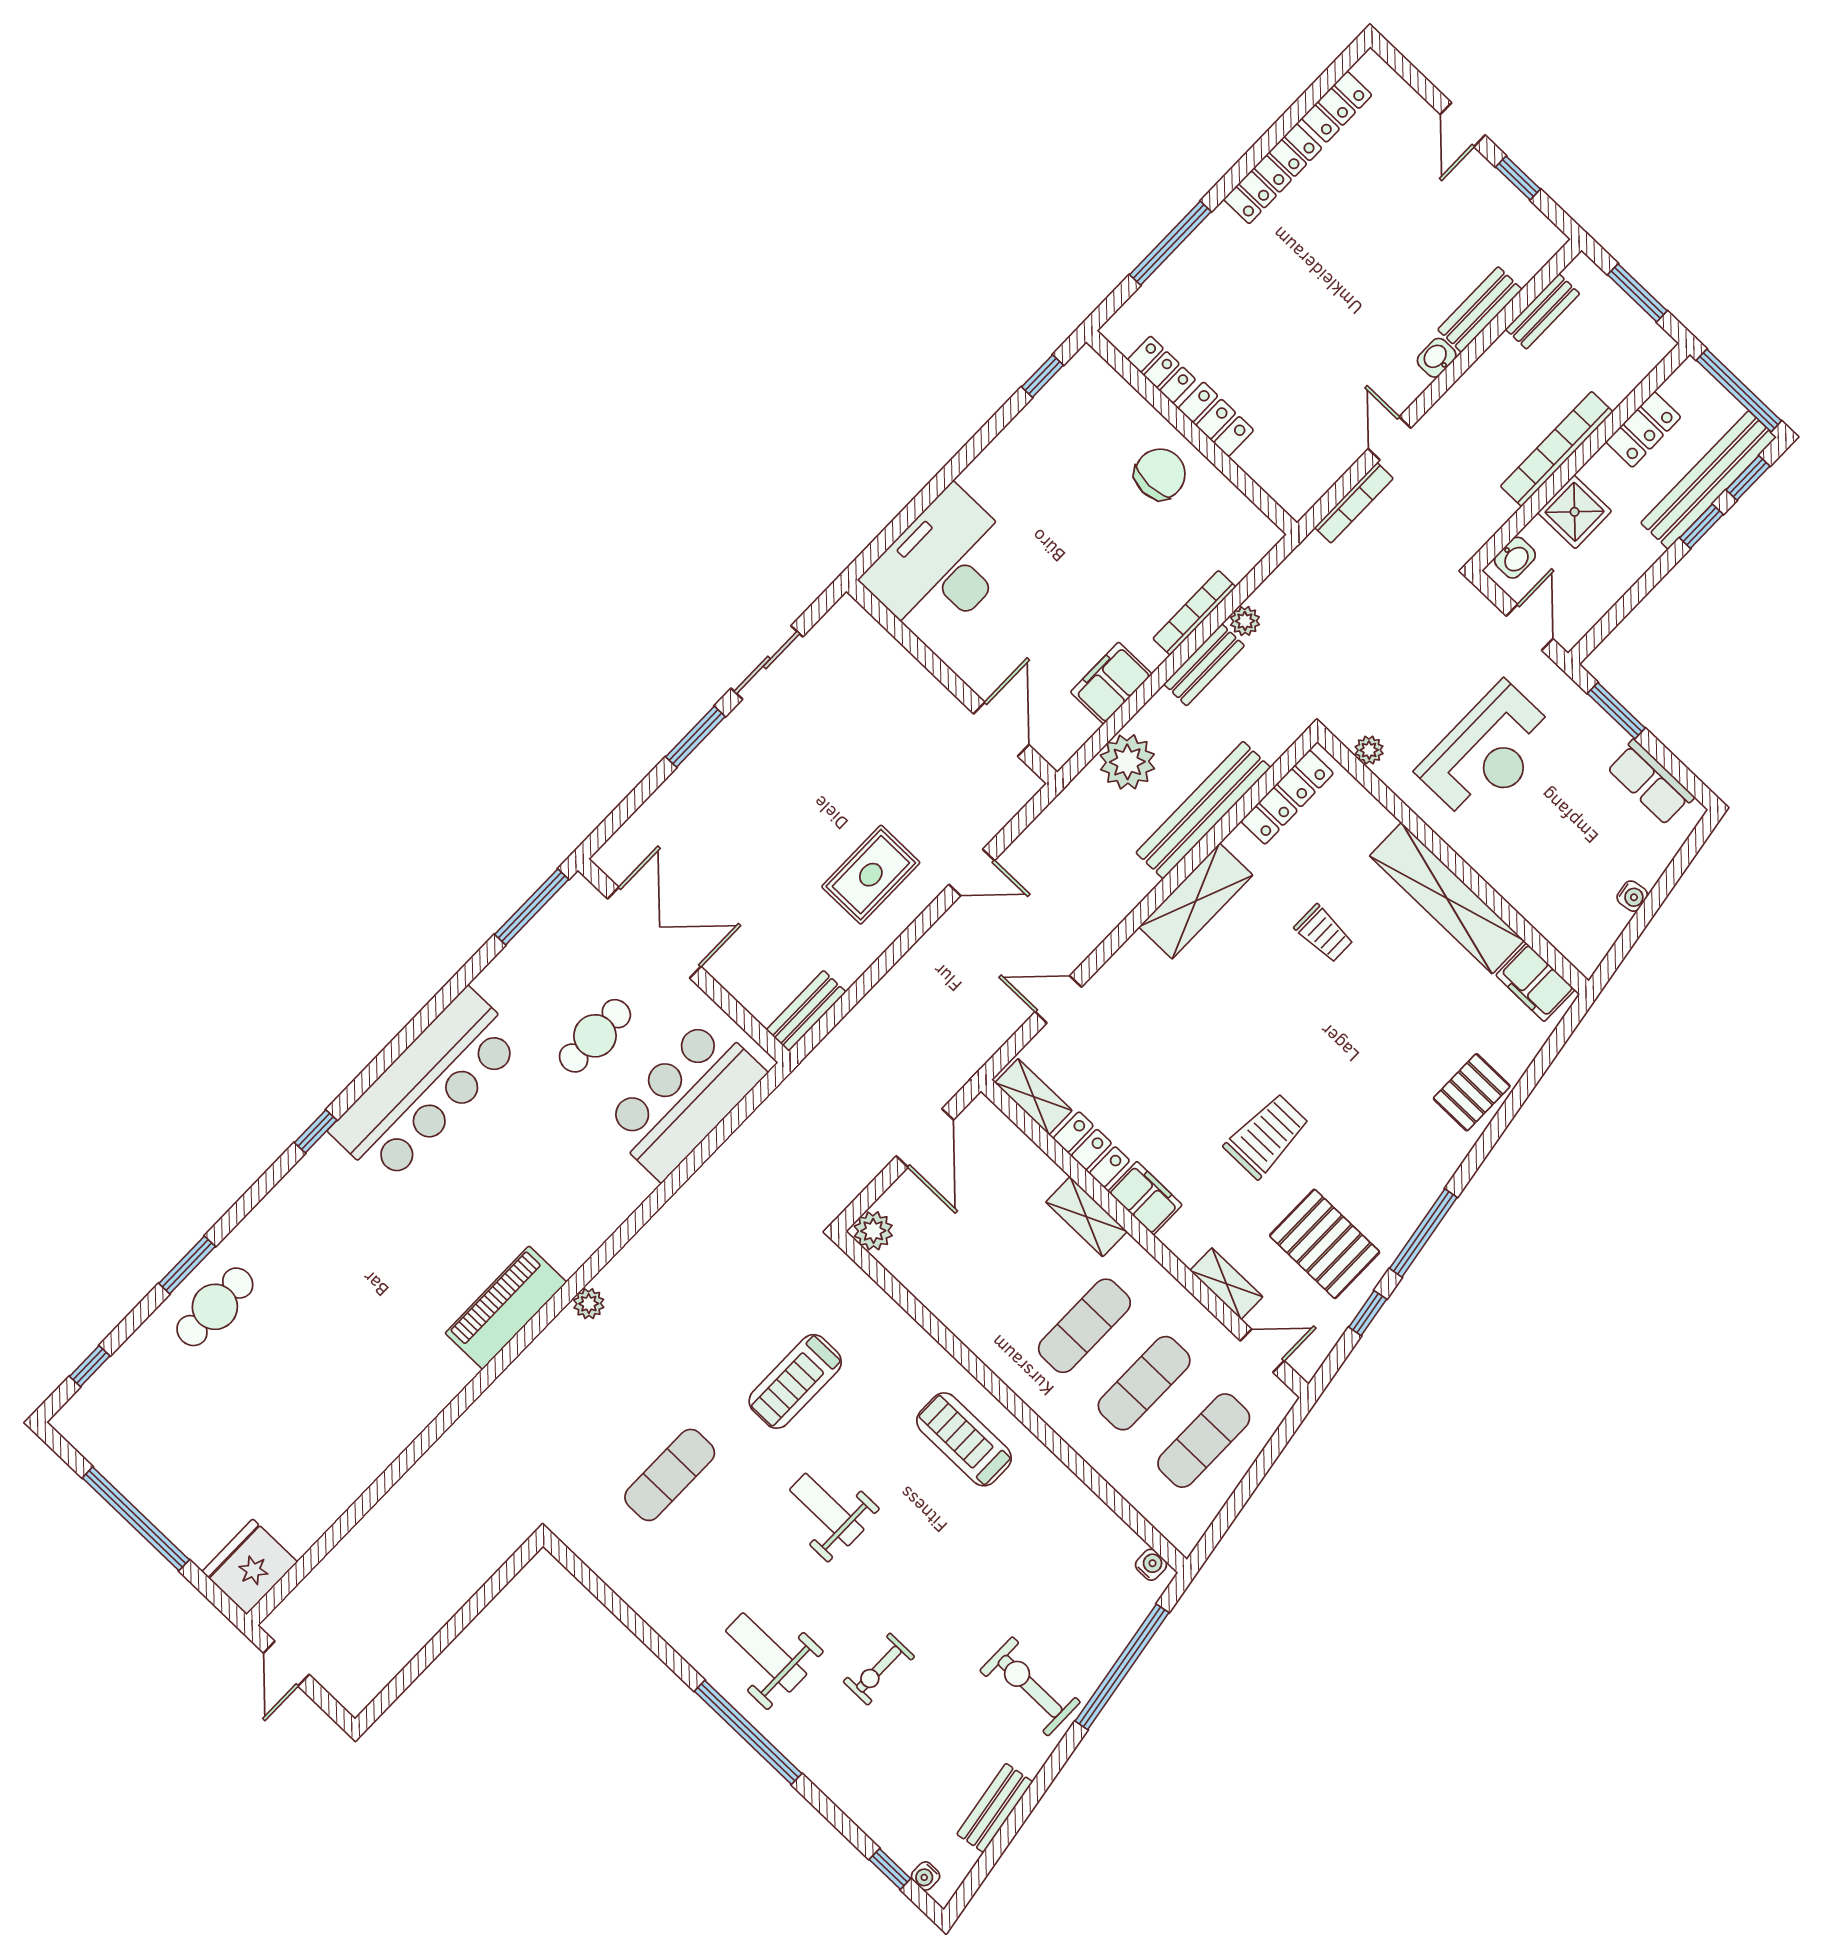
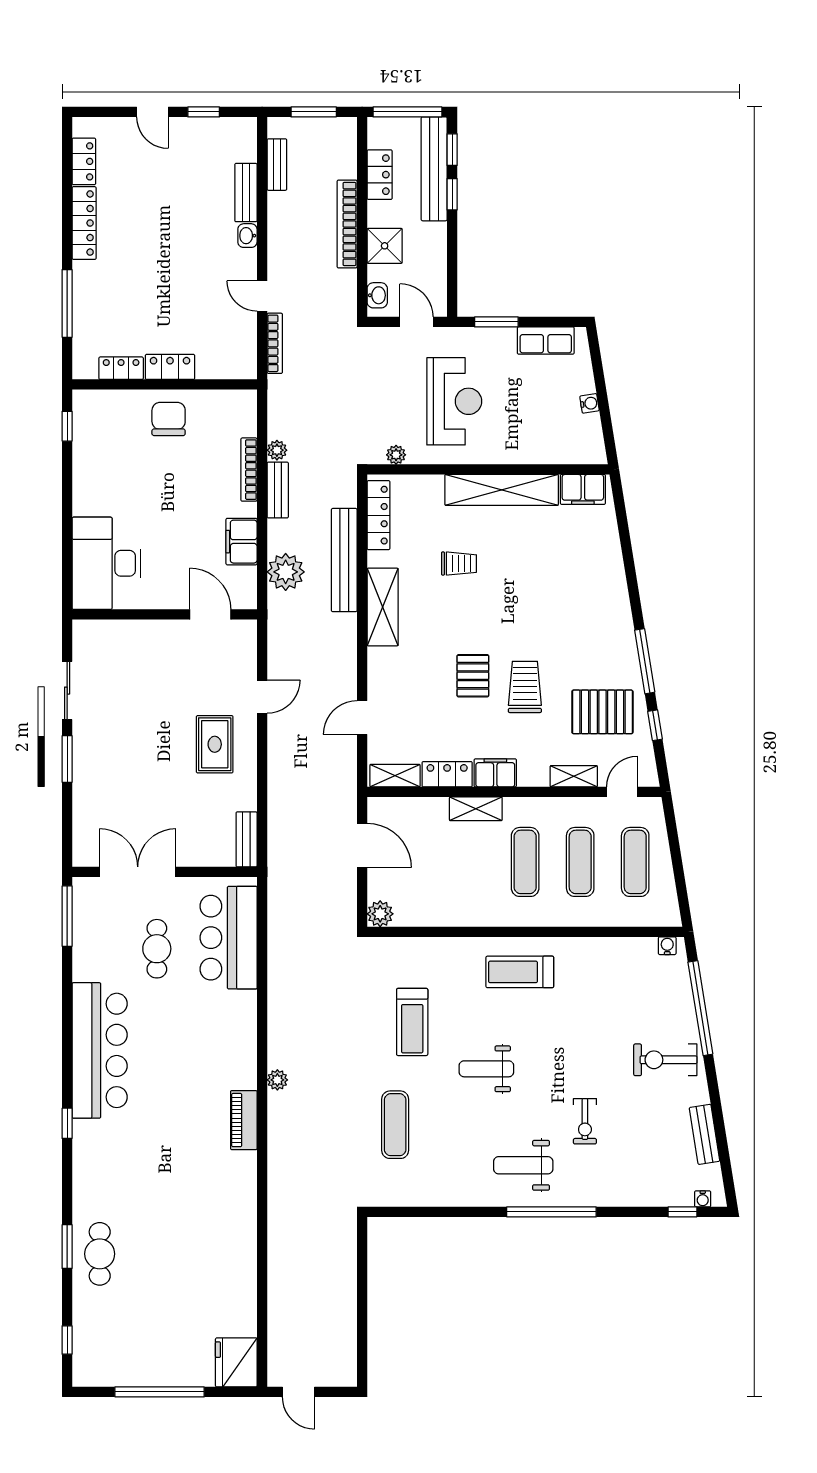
pallet: (1472, 1092) -> (473, 676), moved
piano: (506, 1308) -> (244, 1120), width x0.73, depth x0.75

